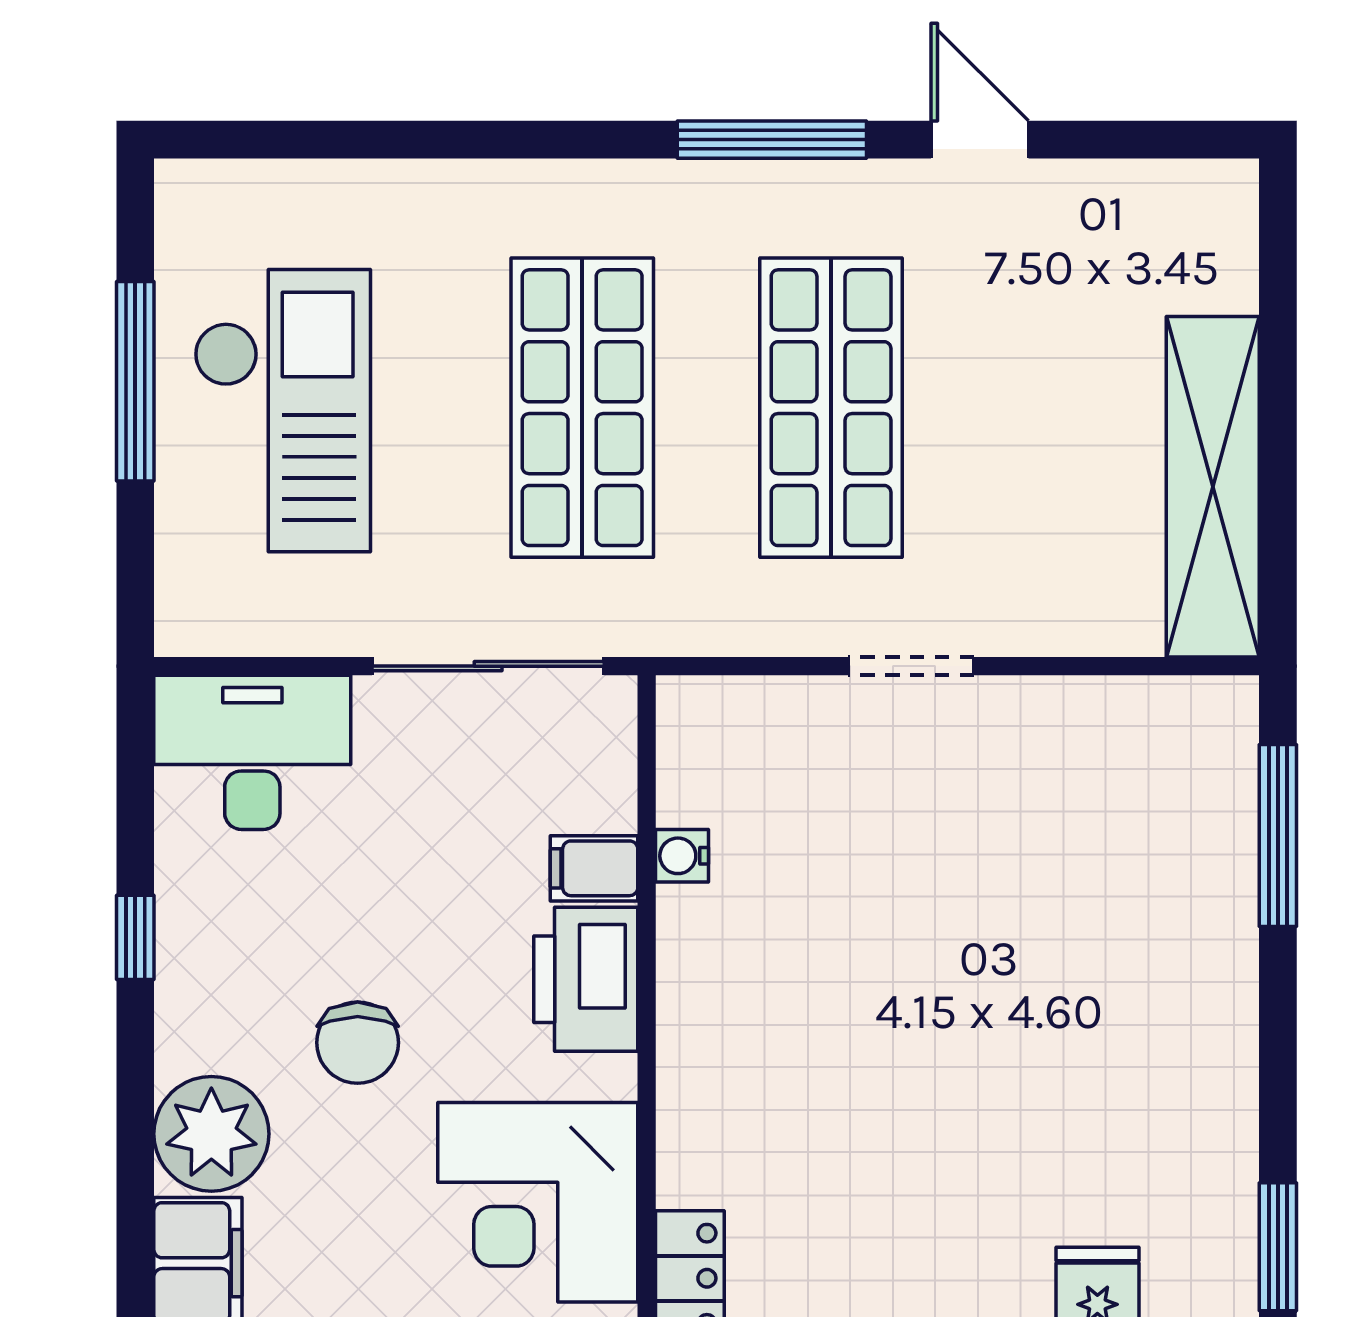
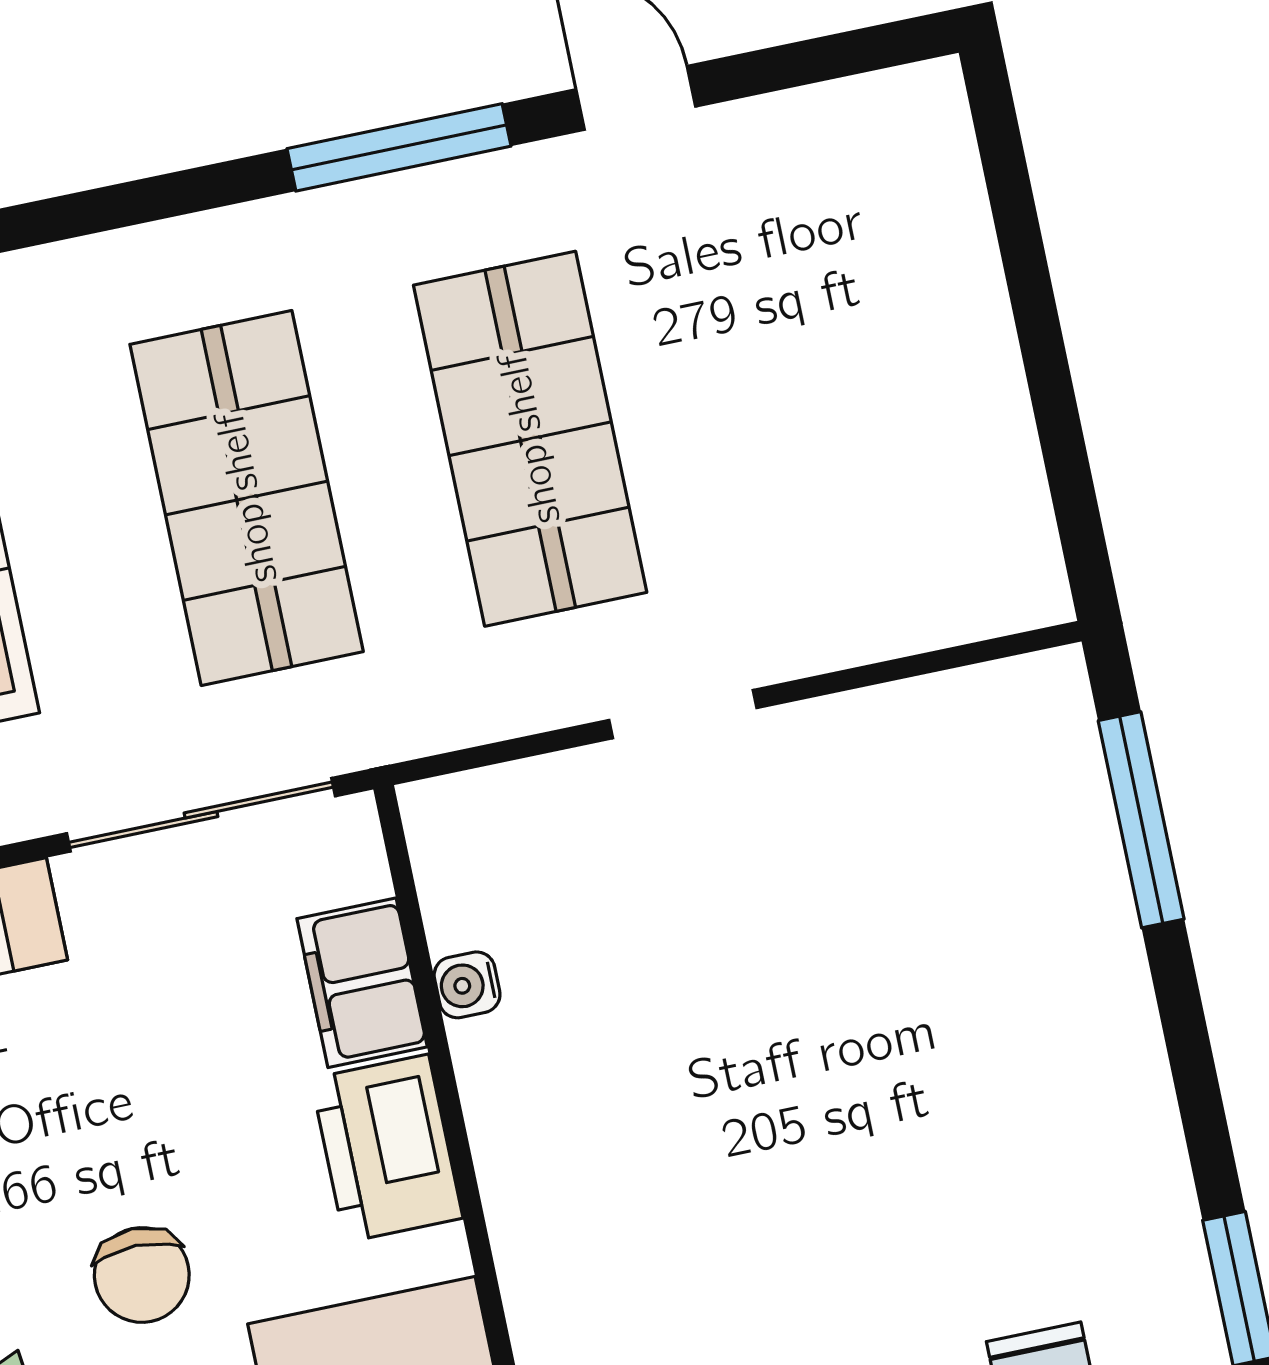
shelving: (1213, 487) -> (984, 438), removed
filing cabinet: (594, 868) -> (362, 983), width x2.00

